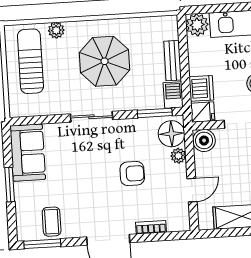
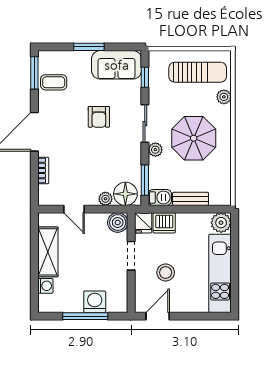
plant: (120, 103) -> (155, 150), added
window: (40, 120) -> (145, 77), added
armchair: (132, 174) -> (99, 117), moved

